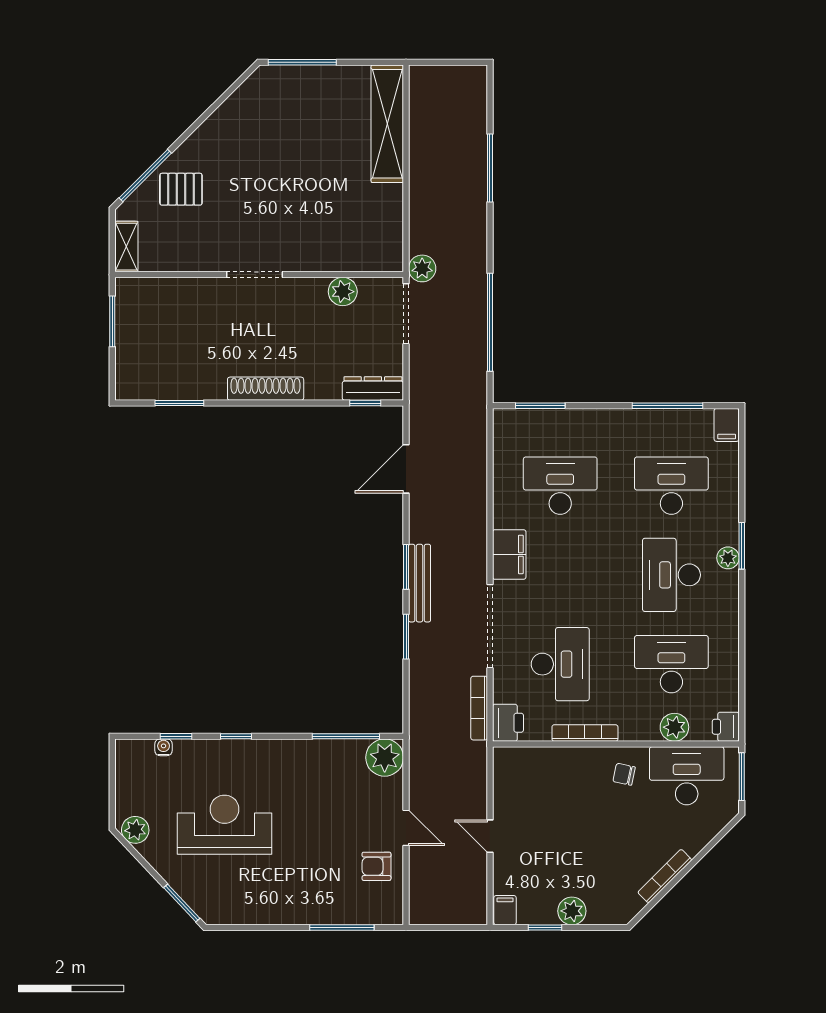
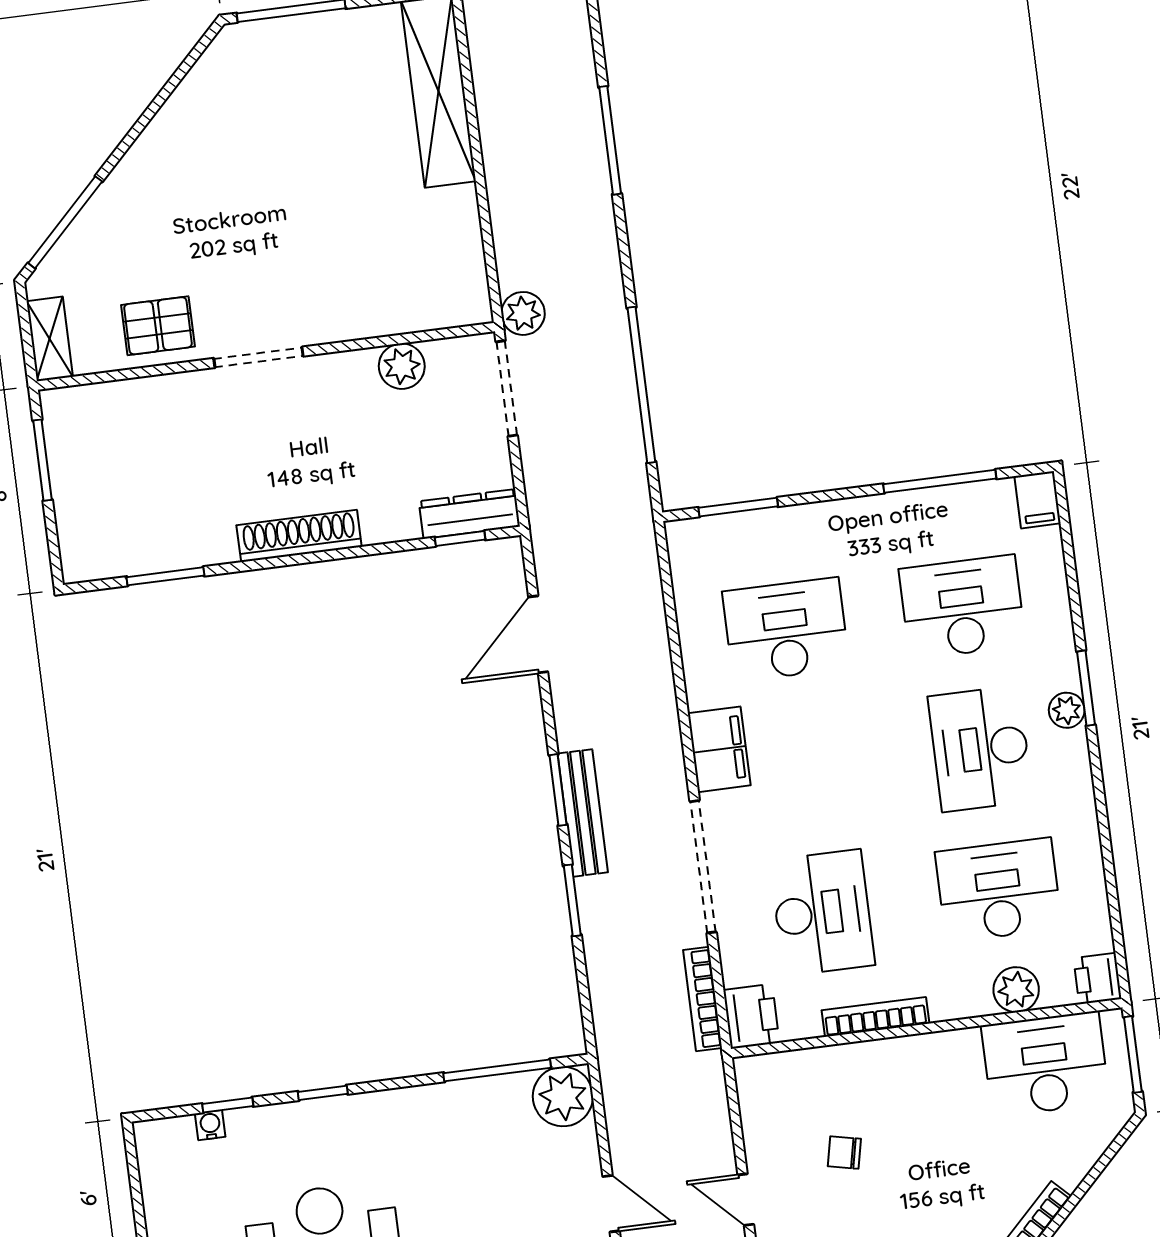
pallet: (181, 189) -> (158, 326), moved
chair: (624, 774) -> (844, 1153), moved

